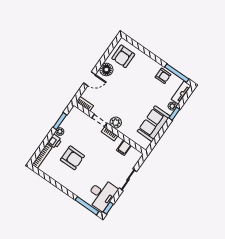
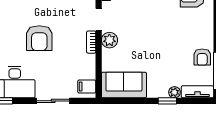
sofa: (154, 124) -> (124, 85), moved
filing cabinet: (124, 148) -> (87, 87), moved
armchair: (72, 158) -> (39, 38), moved

